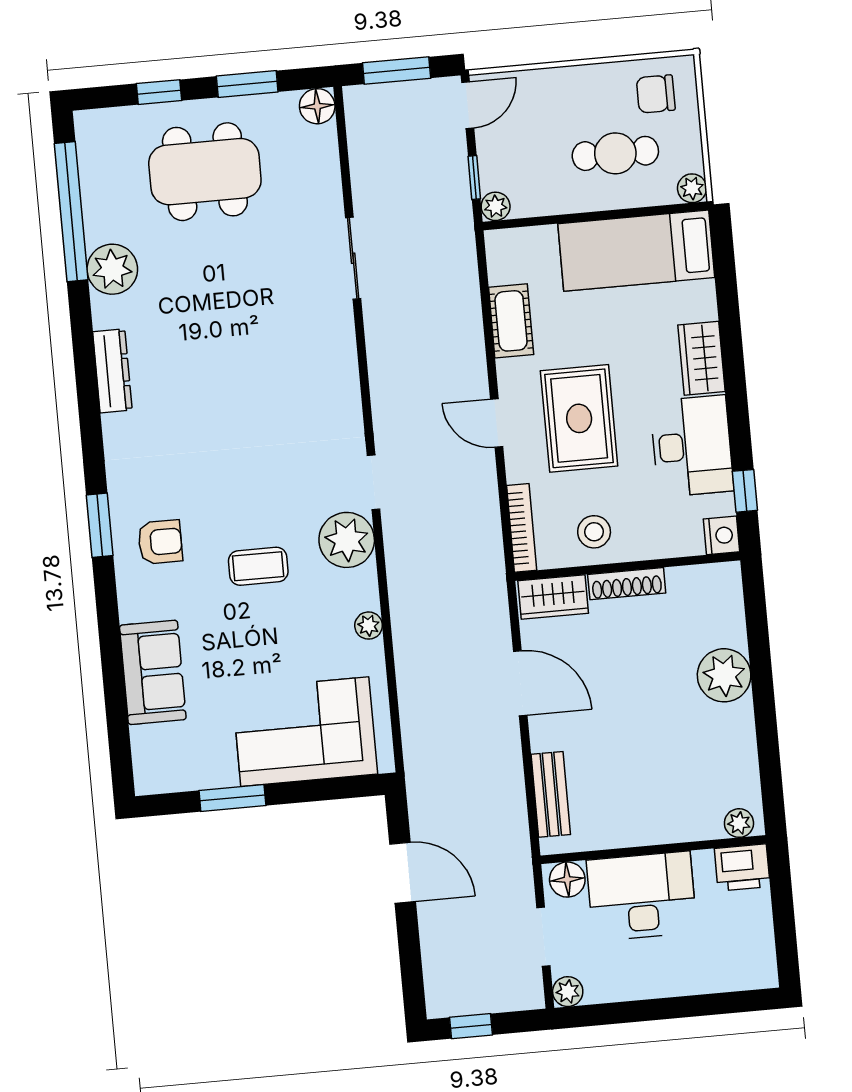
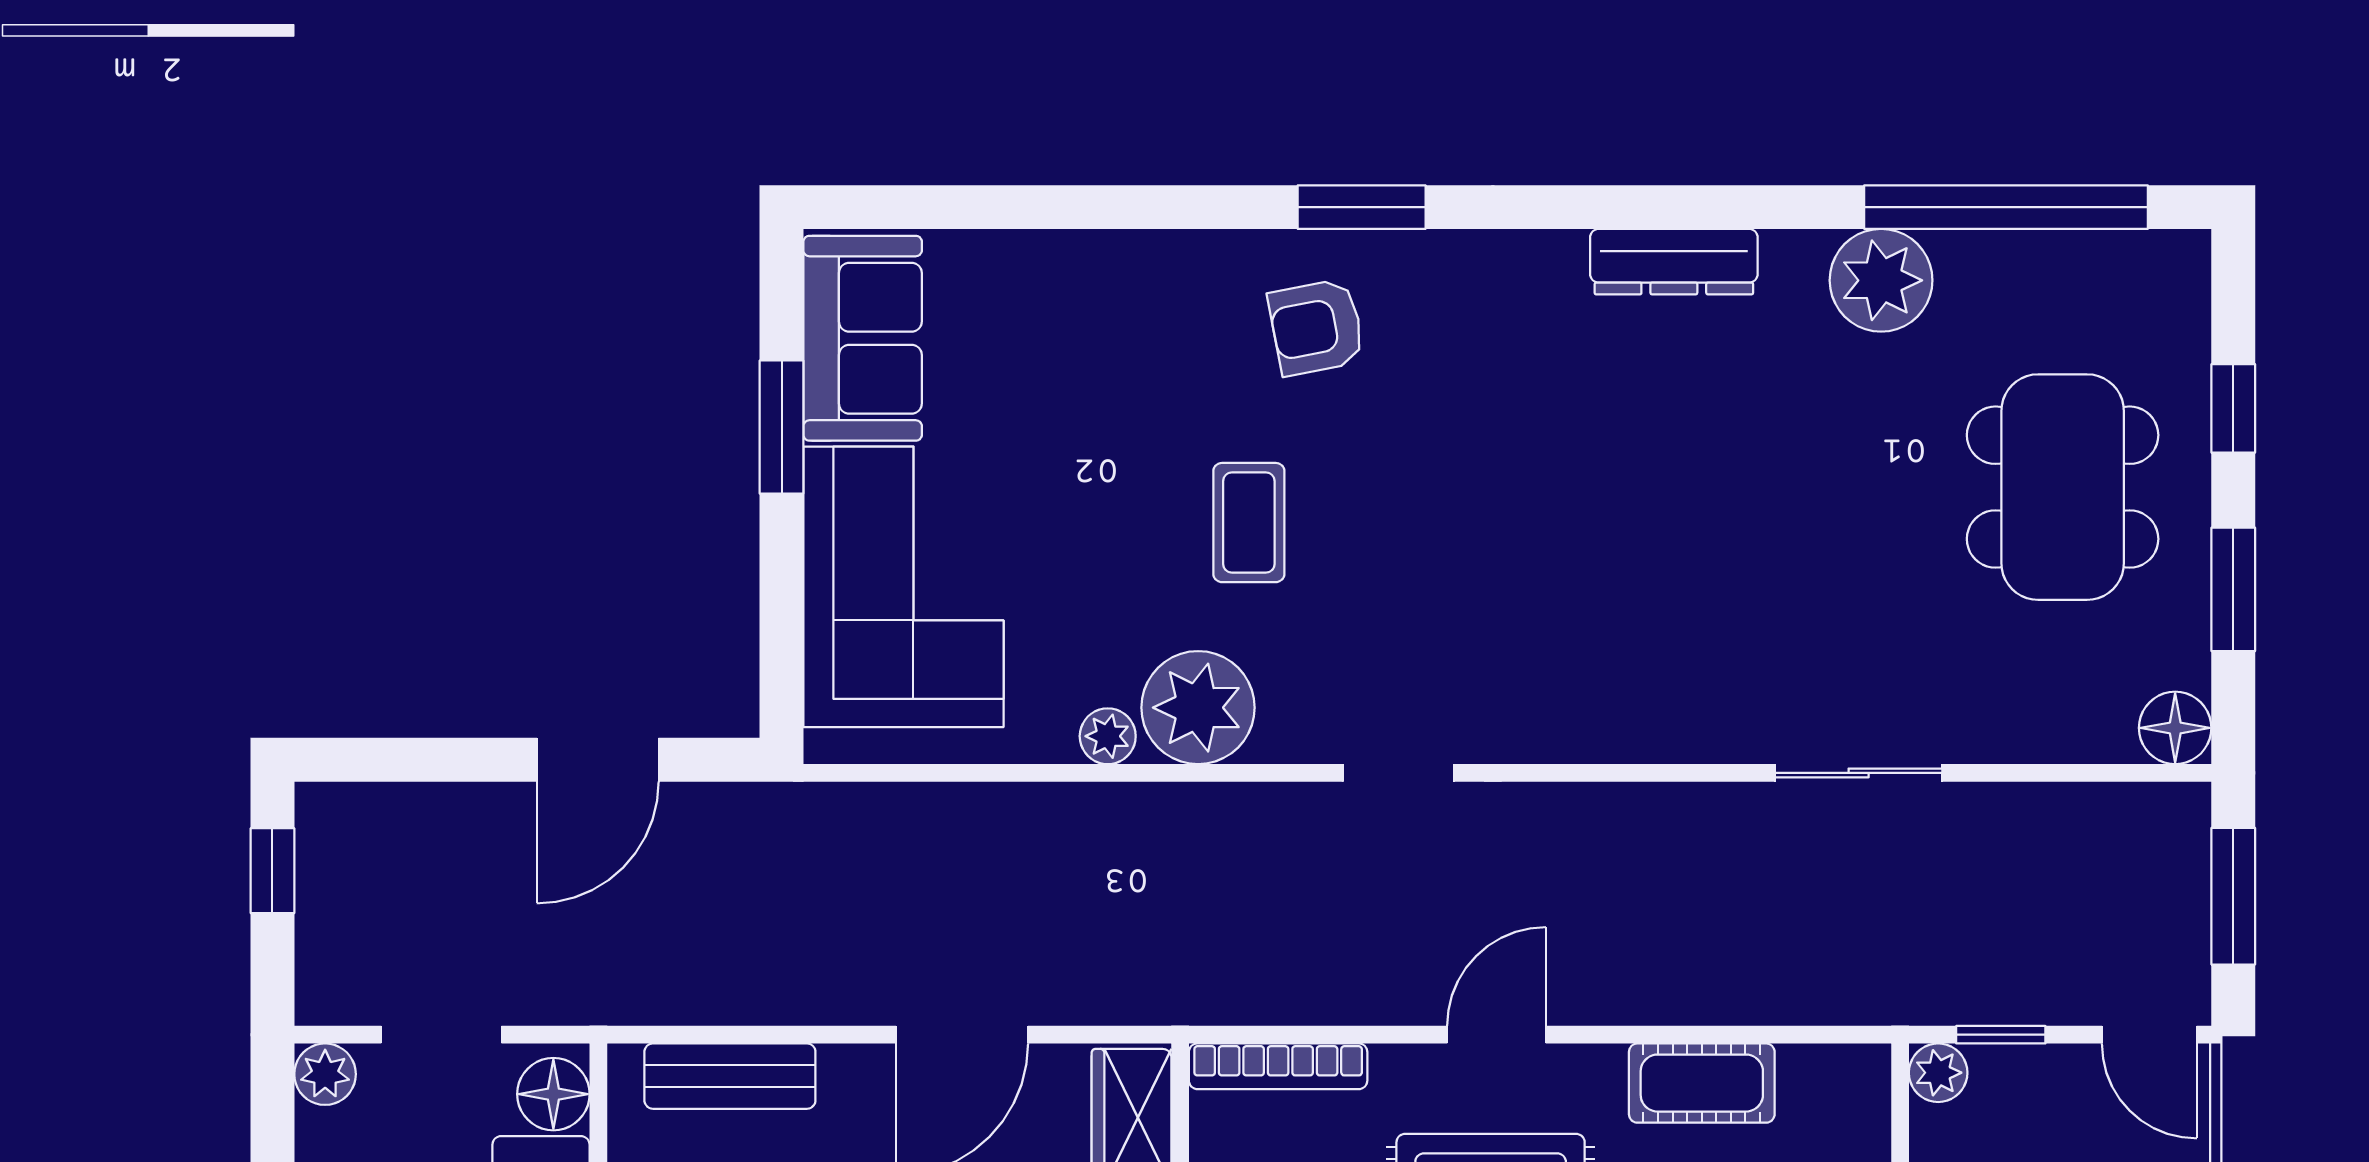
plant: (347, 540) -> (1198, 708), moved
armchair: (160, 542) -> (1317, 327), turned 79
sofa: (153, 672) -> (863, 338), moved, turned -90

